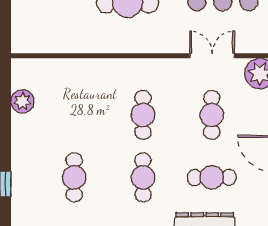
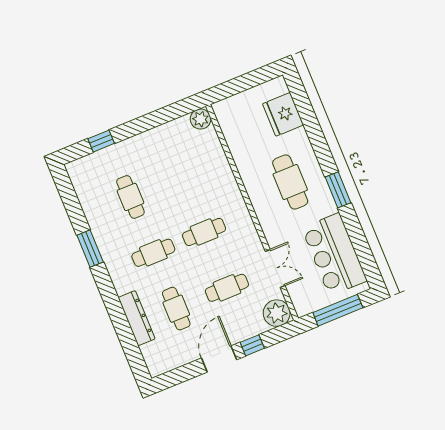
plant: (22, 101) -> (201, 119), moved
cafe table: (74, 177) -> (130, 197), turned 90

